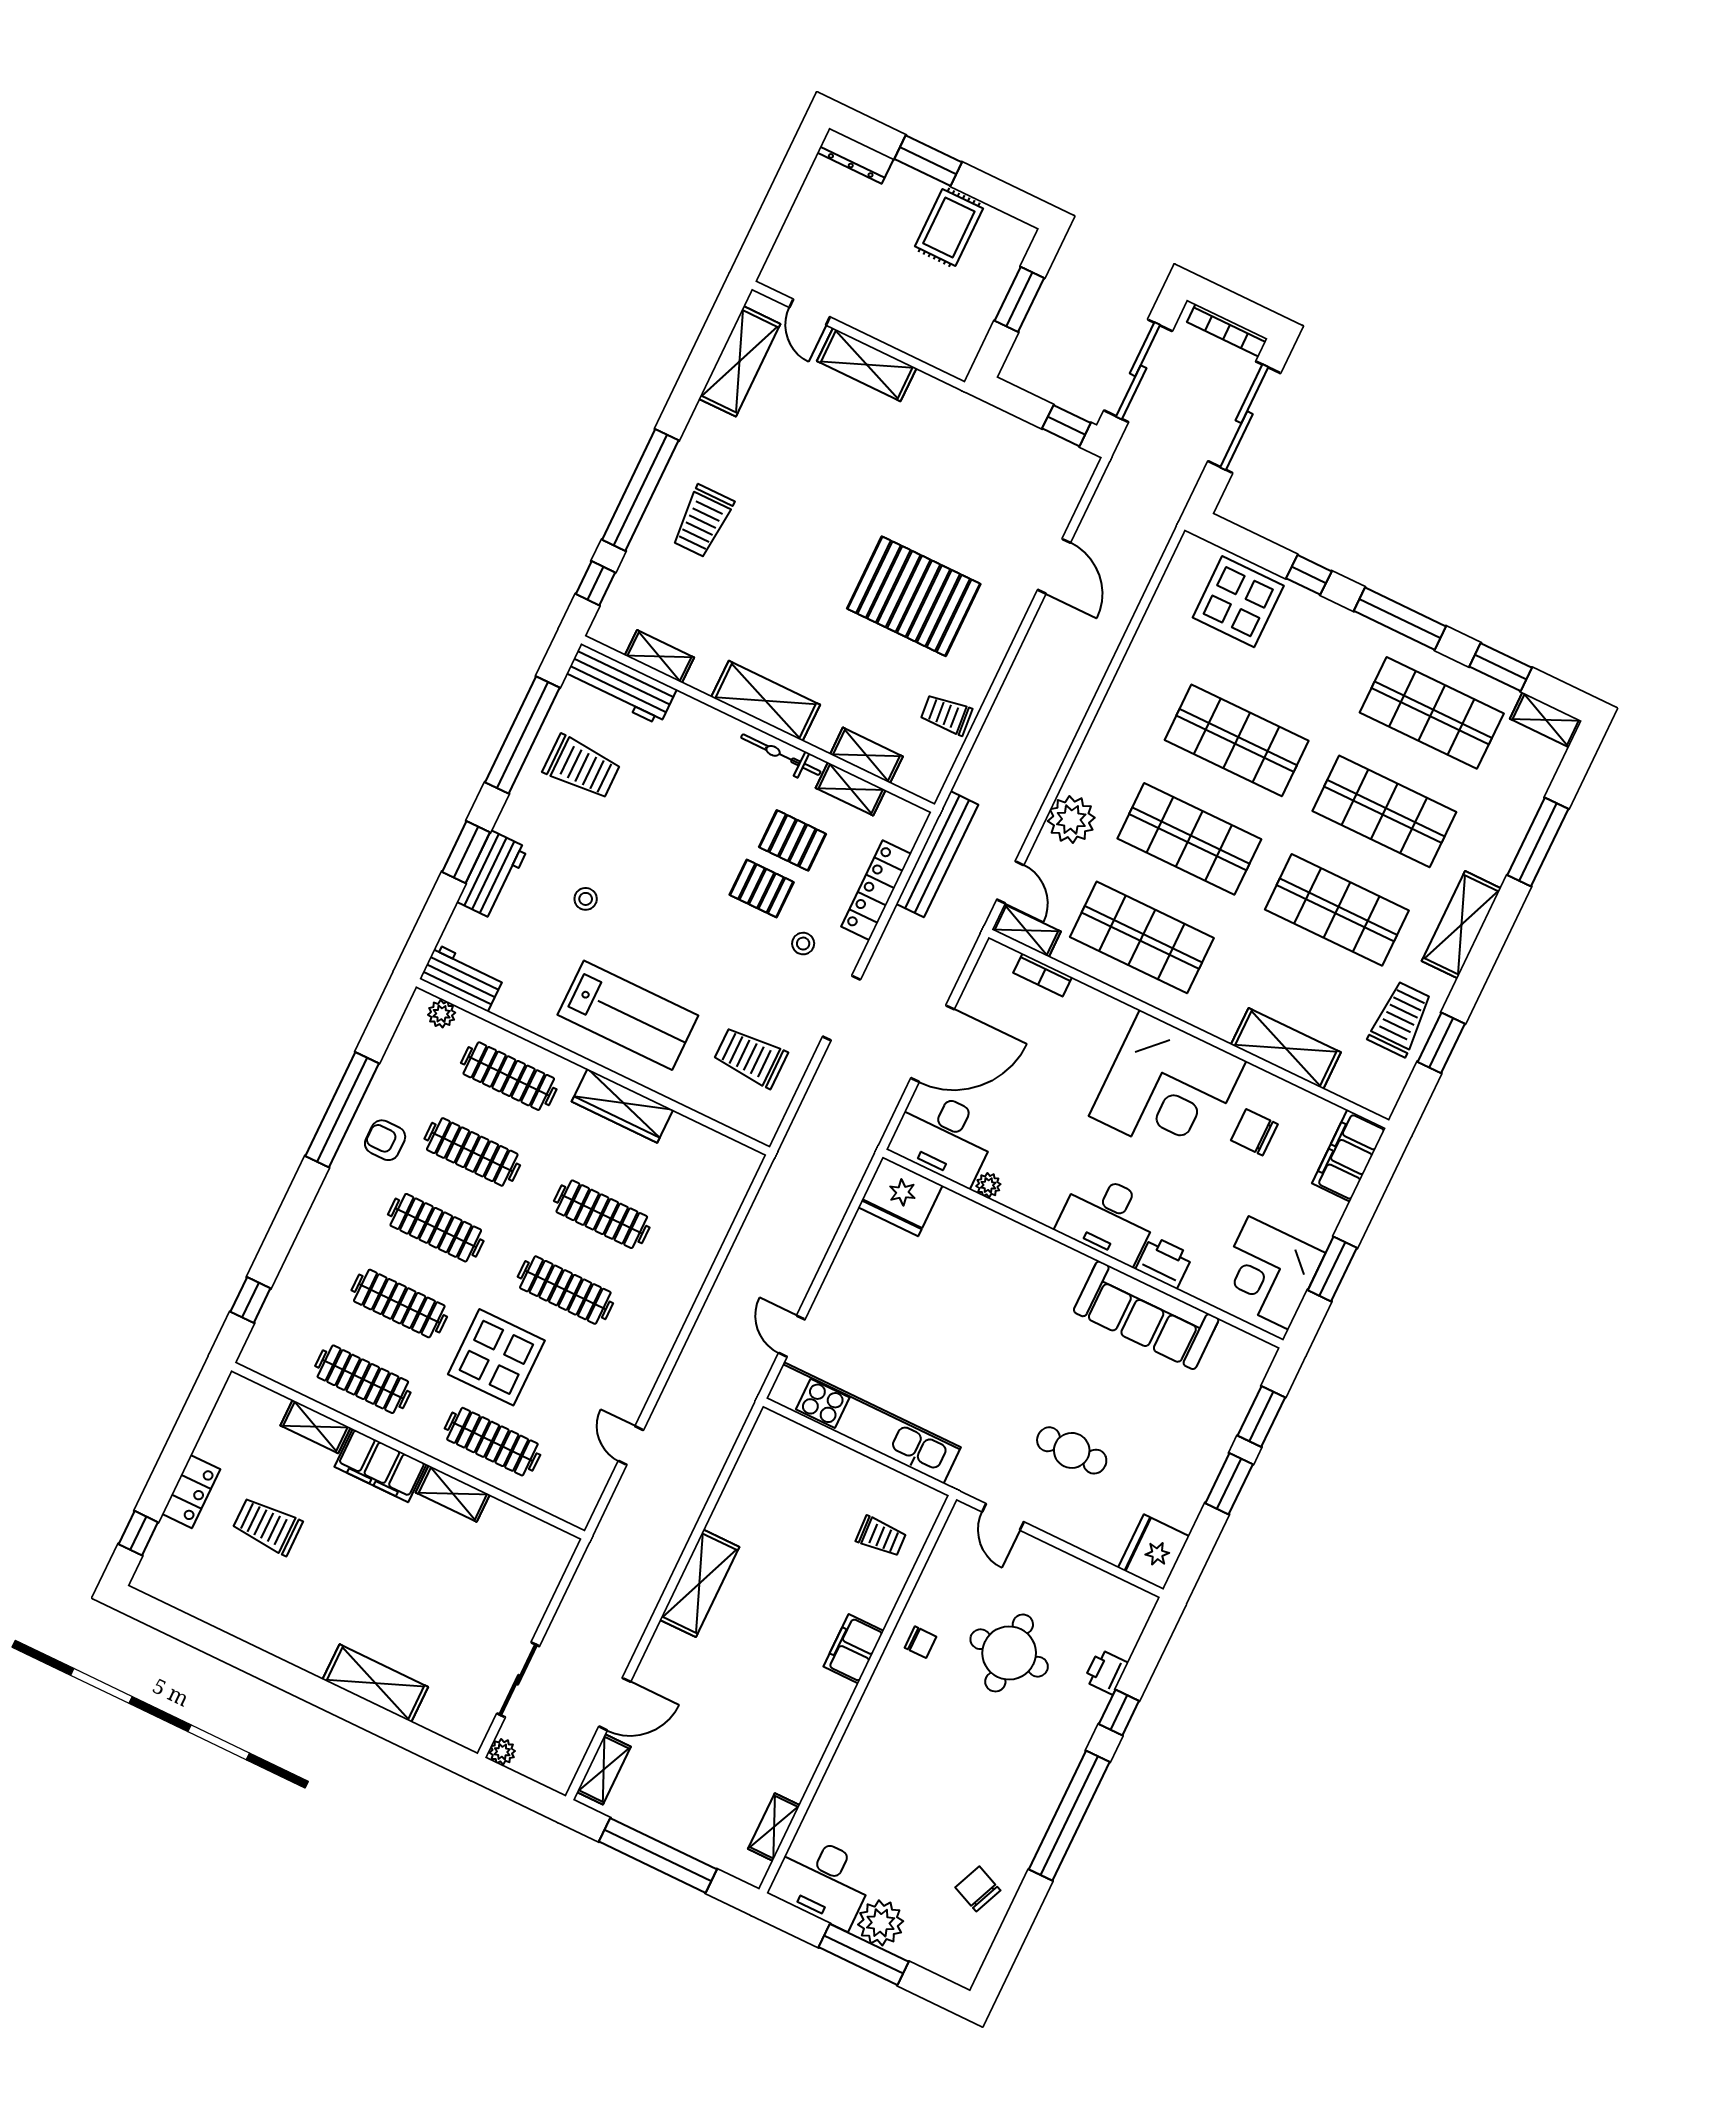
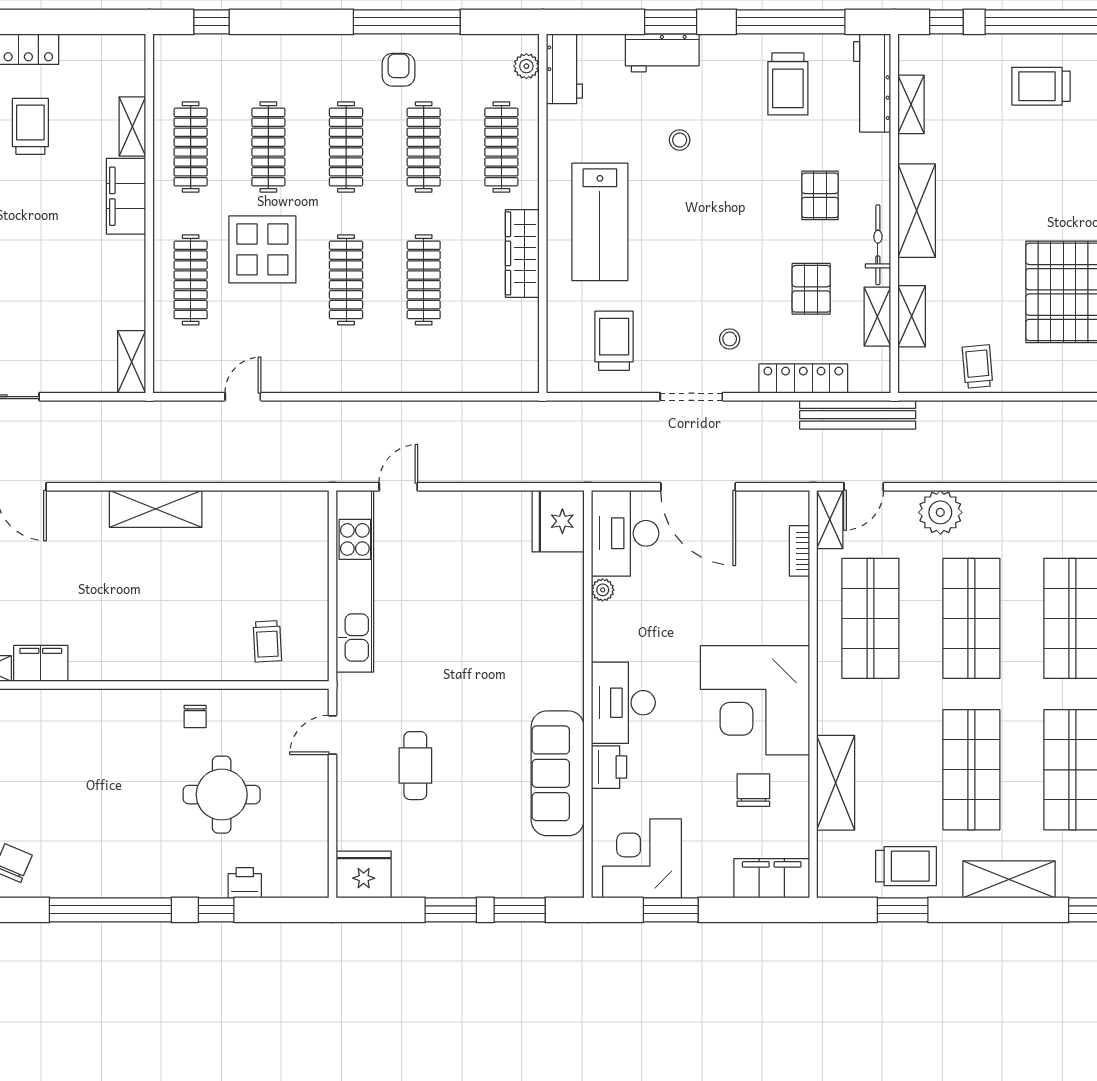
pallet: (762, 888) -> (820, 195), moved
shelving: (453, 1494) -> (132, 362), moved
filing cabinet: (854, 1649) -> (41, 663), moved

